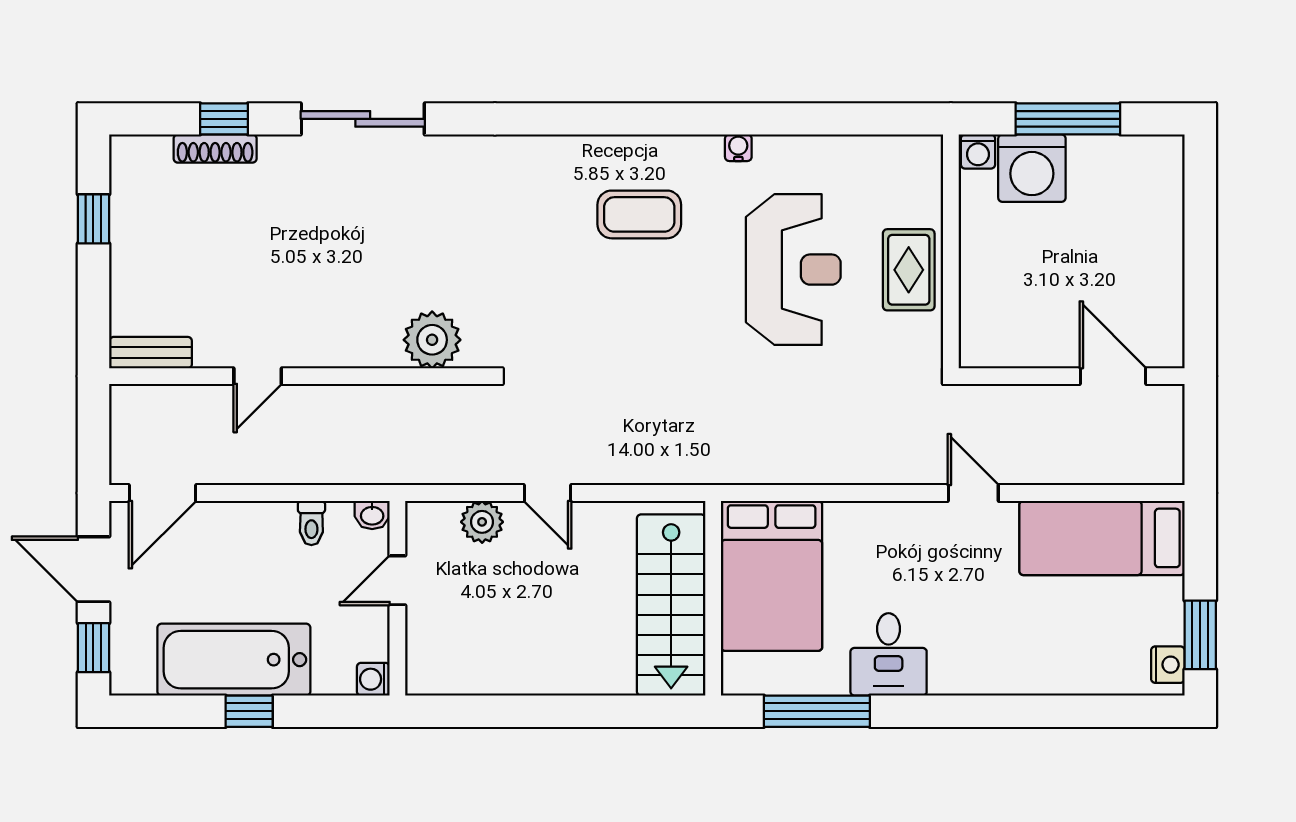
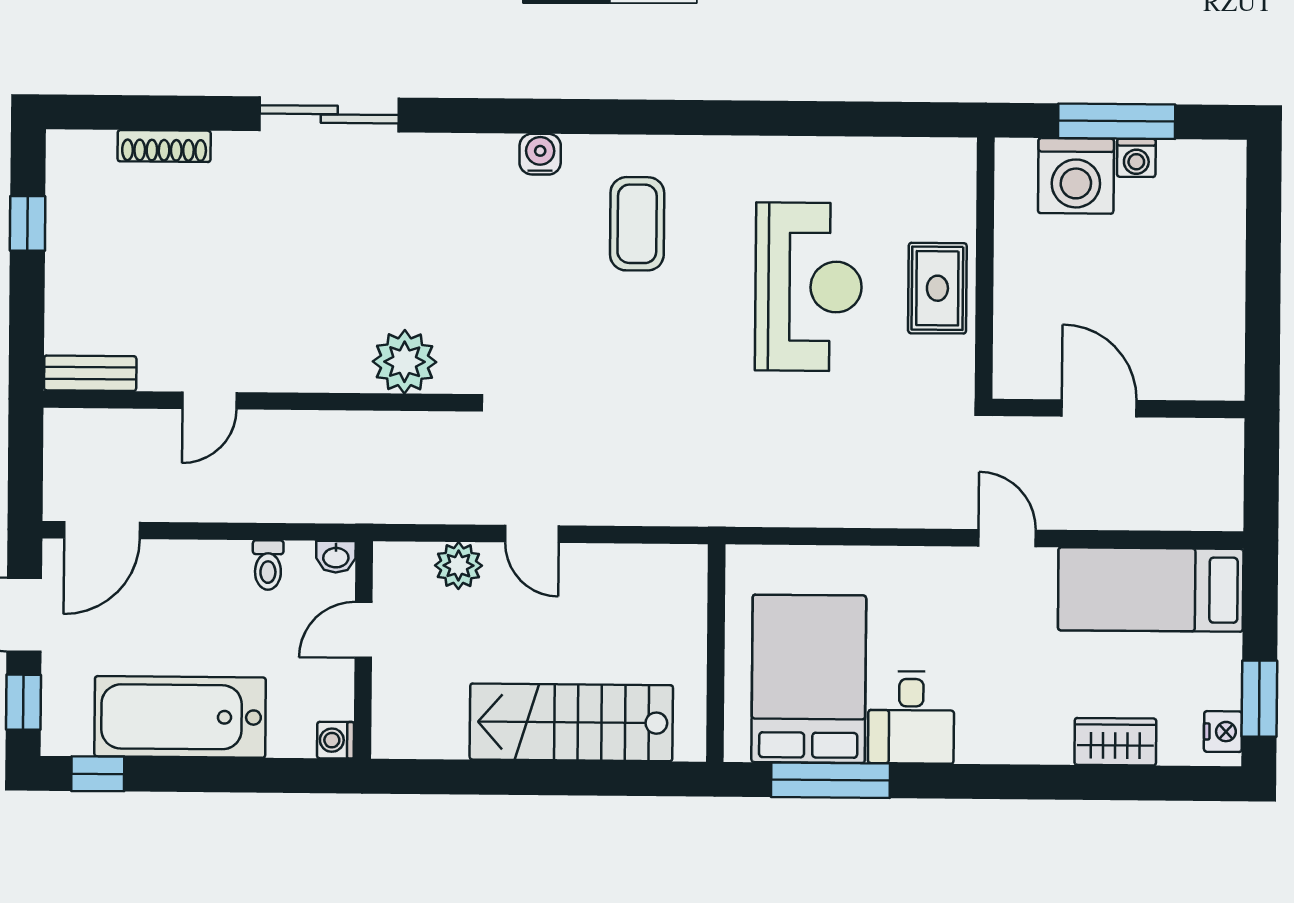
window: (224, 119) -> (174, 113), removed
water cooler: (738, 148) -> (540, 154), moved, width x1.38, depth x1.38
washing machine: (978, 152) -> (1136, 158), moved
coffee table: (639, 214) -> (637, 224), turned 90
door: (1113, 376) -> (1099, 408), moved
bed: (772, 576) -> (809, 679), moved, turned 180
stairs: (671, 605) -> (571, 722), moved, turned 90
wardrobe: (1072, 675) -> (1115, 742), added
window: (249, 711) -> (98, 774), moved

